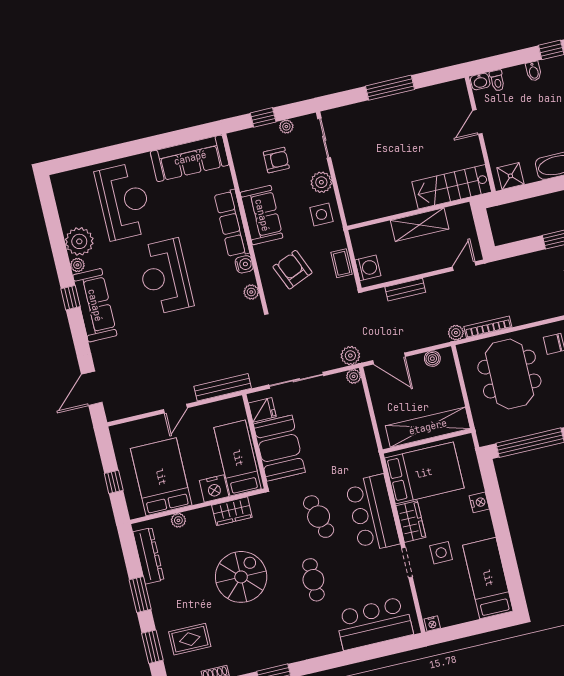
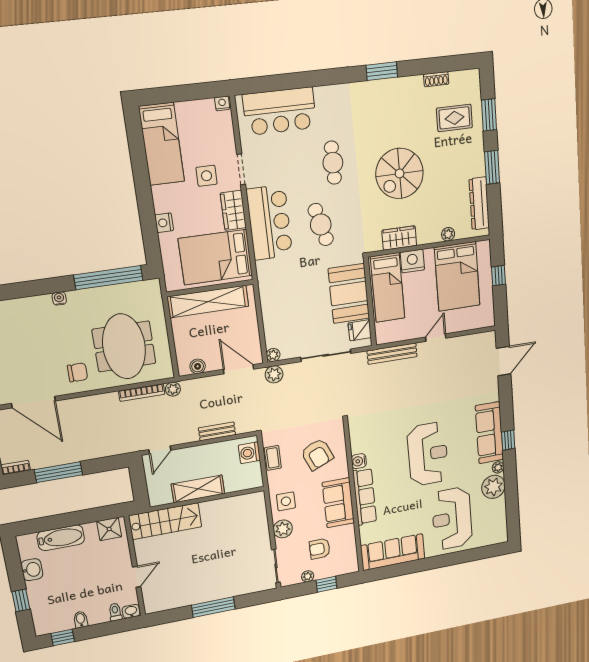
plant: (251, 292) -> (356, 437), removed

